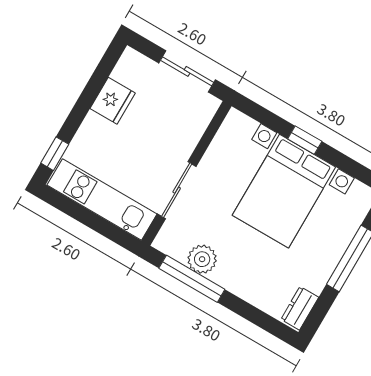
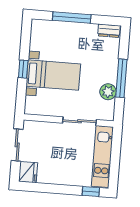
fridge: (113, 101) -> (28, 172), moved, turned 90
bed with nightstands: (284, 191) -> (53, 75), width x0.73
window: (192, 279) -> (121, 78), moved

